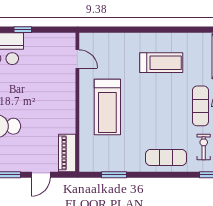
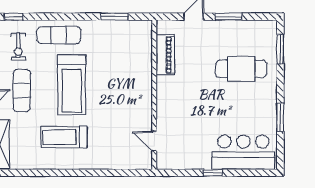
treadmill: (107, 107) -> (72, 85), moved, turned 180
piano: (67, 153) -> (165, 55), moved

